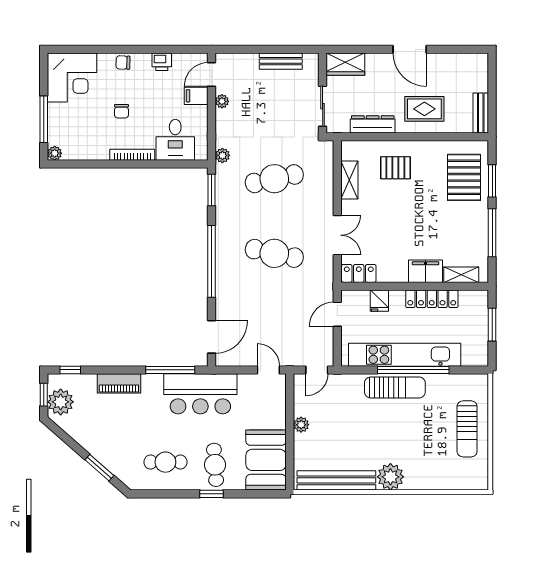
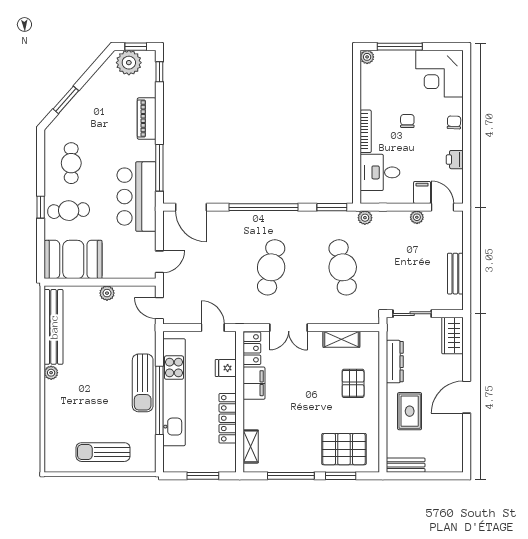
chair: (121, 111) -> (407, 121), turned 90
filing cabinet: (425, 271) -> (254, 383), moved
plant: (390, 477) -> (51, 373), width x0.53, depth x0.53

